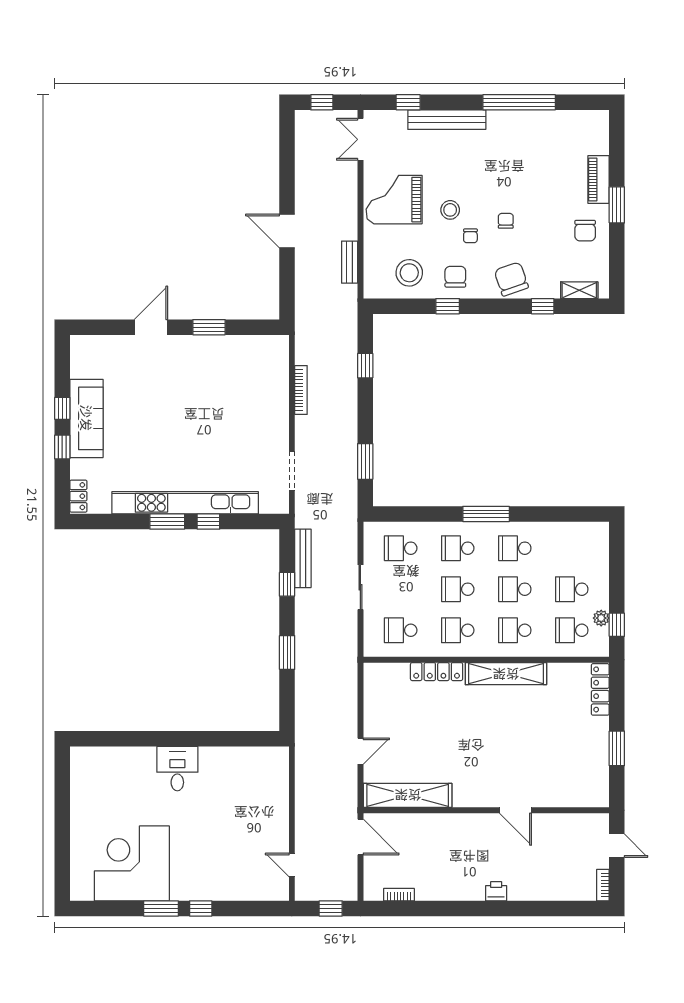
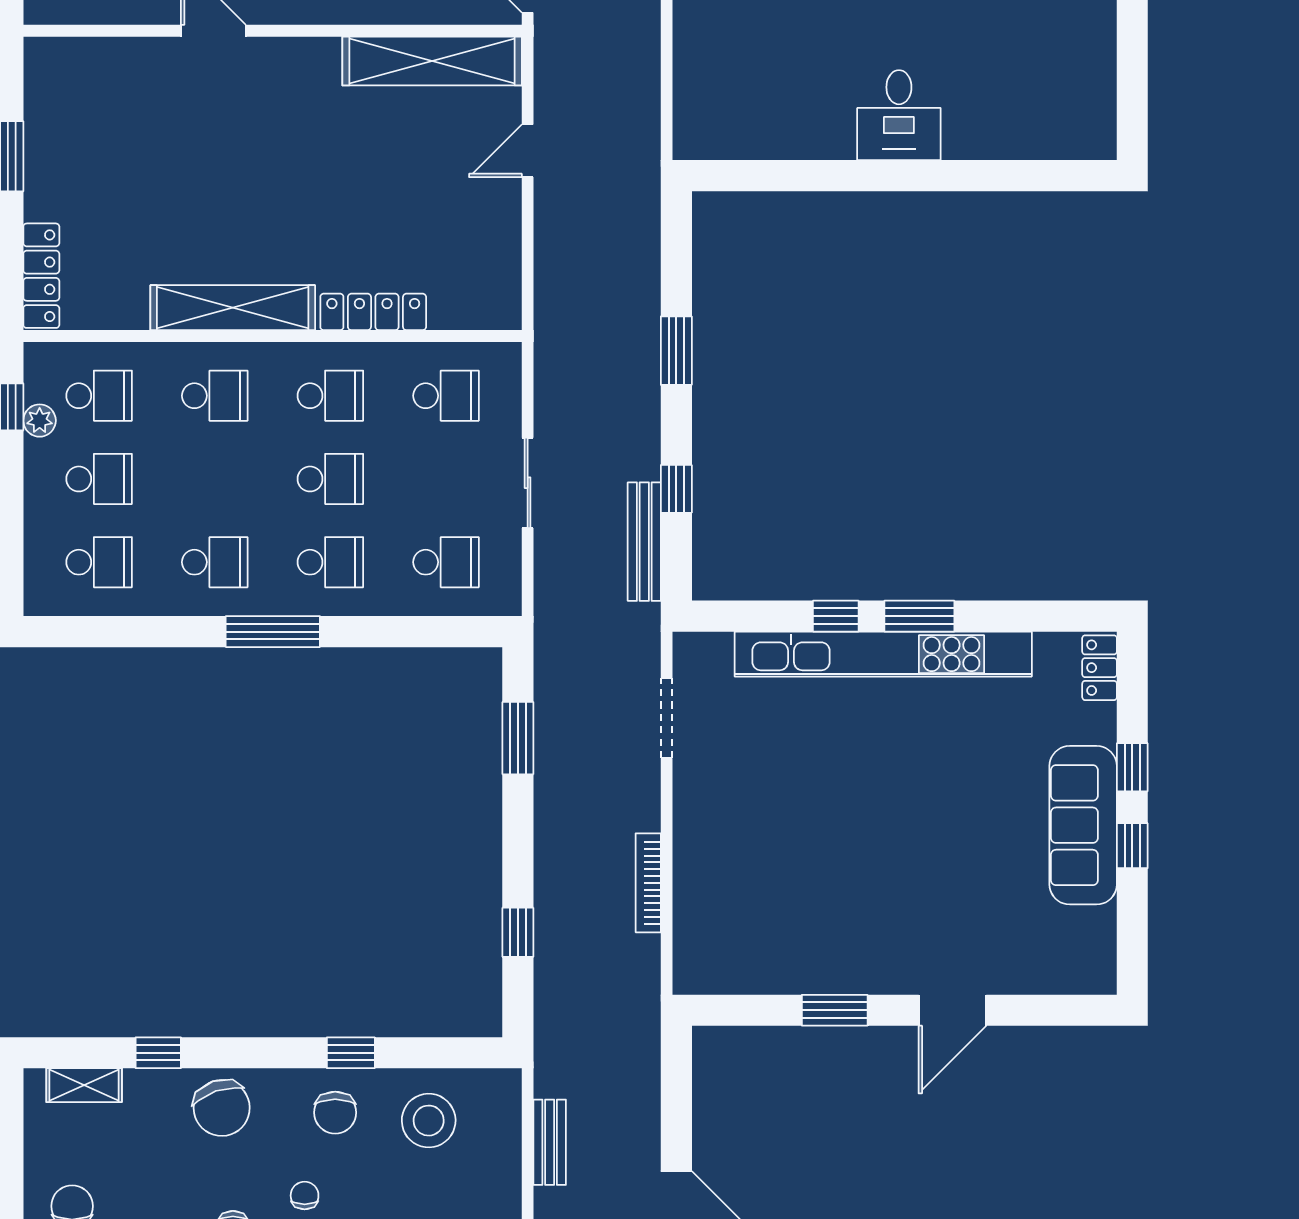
school desk: (515, 589) -> (99, 562), moved

